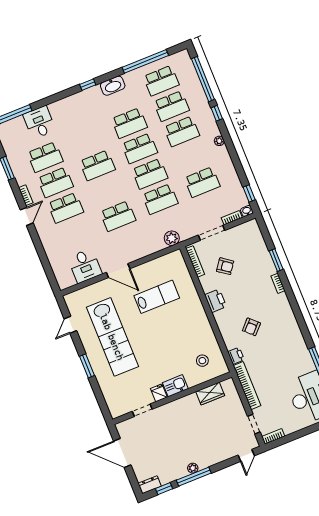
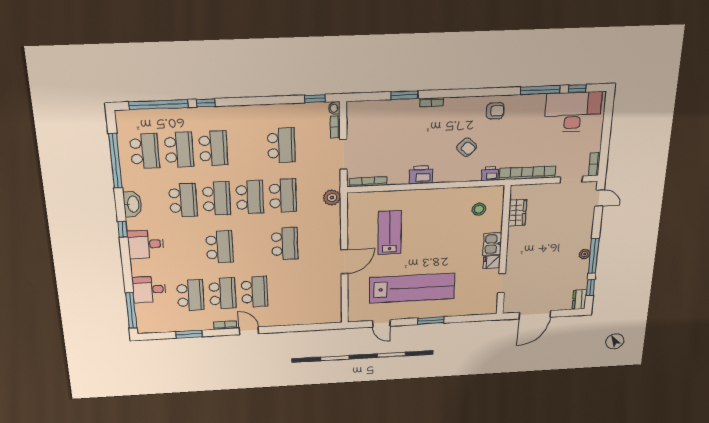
plant: (219, 141) -> (240, 111), removed
desk: (85, 266) -> (146, 244), moved, turned 180
armchair: (225, 266) -> (495, 111), moved, turned 54

